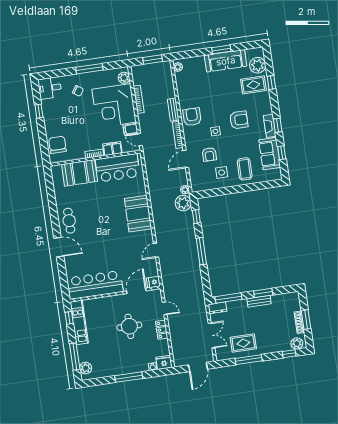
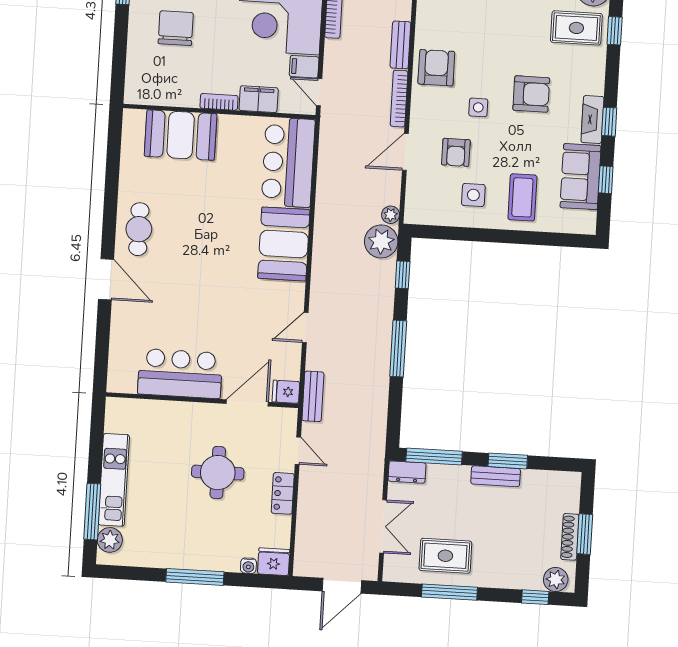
chair: (57, 145) -> (176, 28), moved
bar counter: (118, 168) -> (288, 162), moved, turned 90
bench: (166, 282) -> (313, 396), added
bar counter: (95, 285) -> (180, 374), width x0.73
window: (69, 318) -> (97, 429), removed
kitchen unit: (79, 322) -> (114, 480), moved

